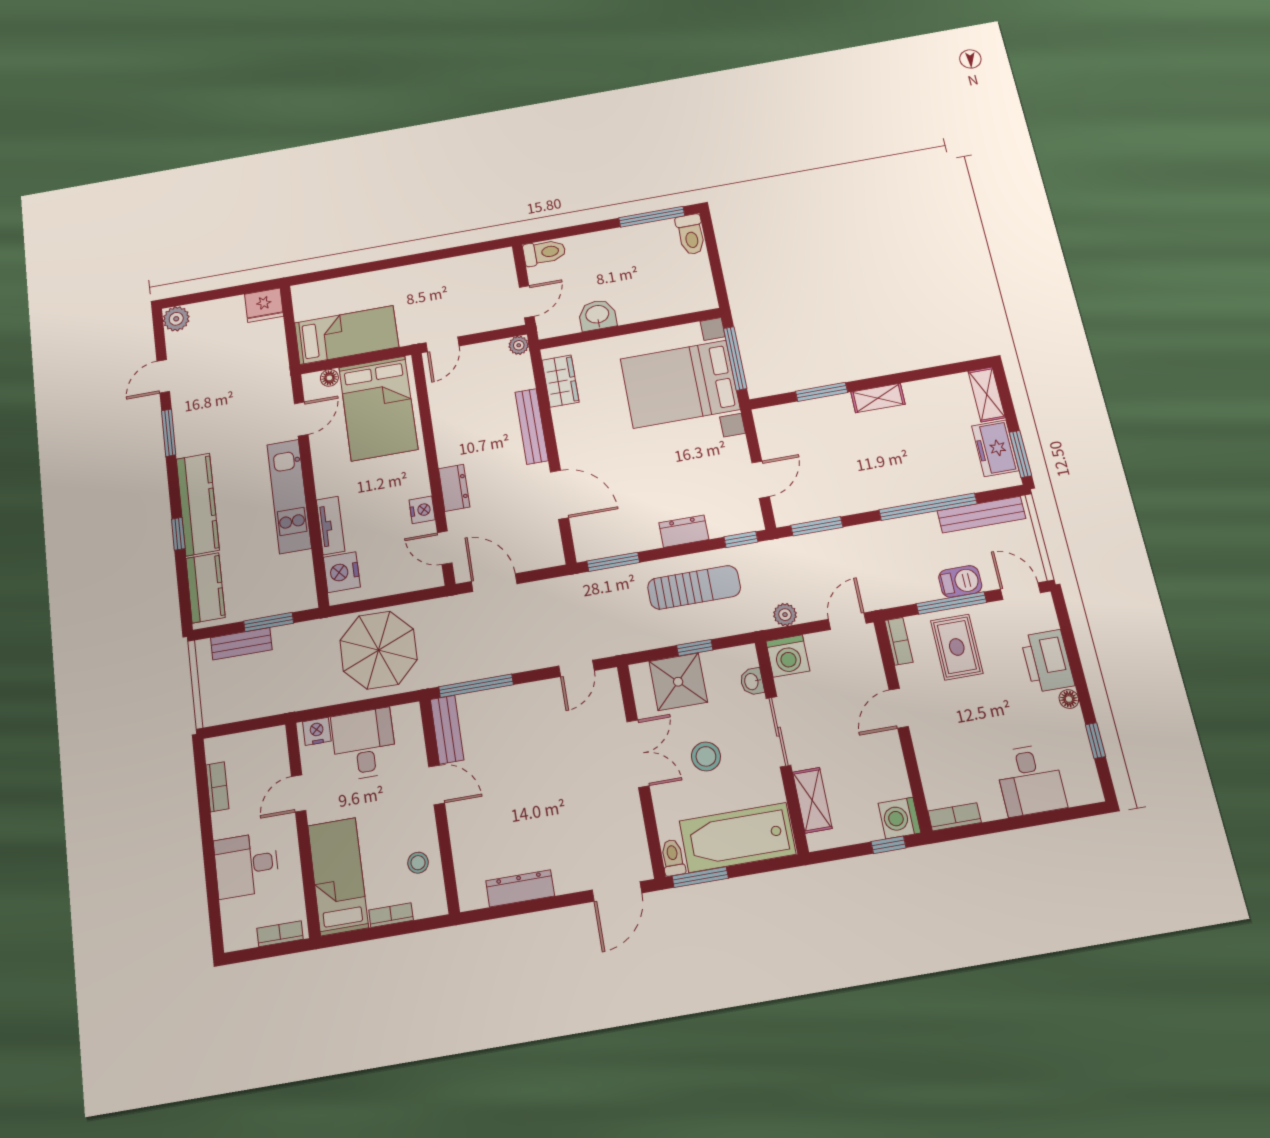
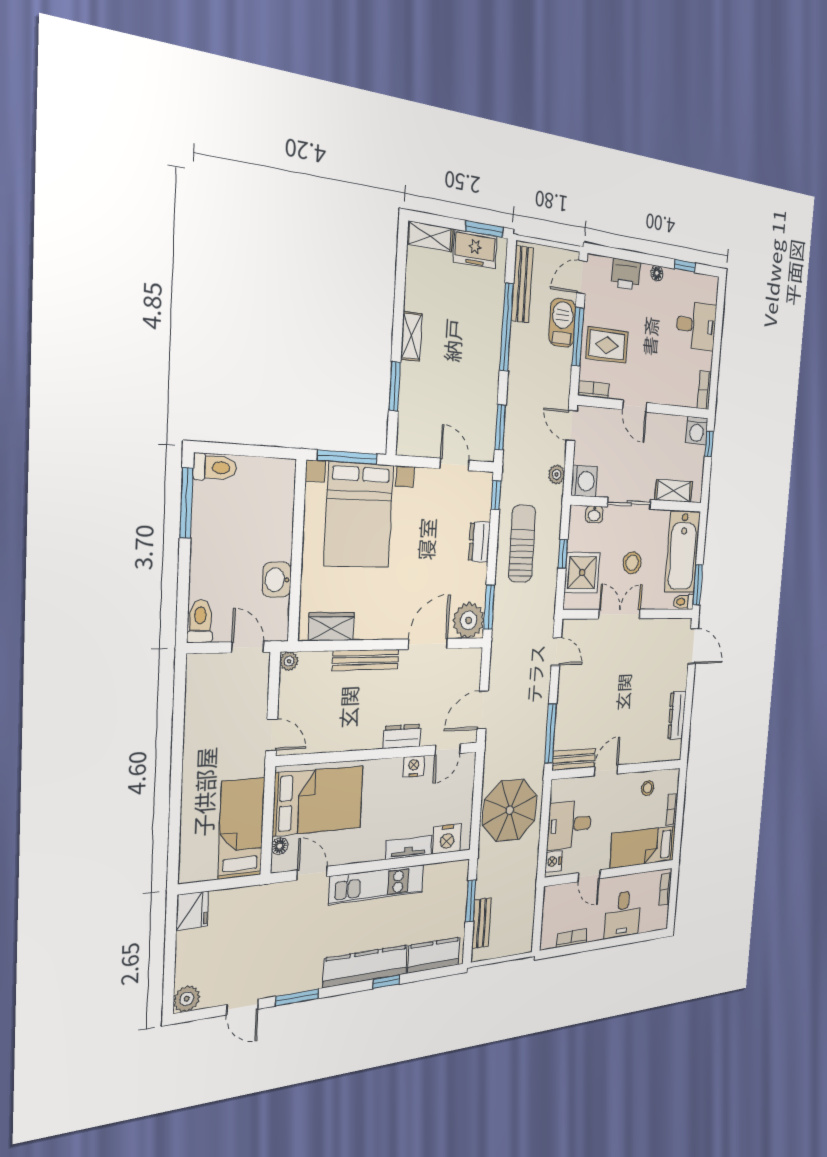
plant: (594, 539) -> (469, 620), added
barbecue: (960, 581) -> (562, 323), width x1.38, depth x1.27
printer: (1047, 661) -> (626, 274), width x0.73, depth x0.84

